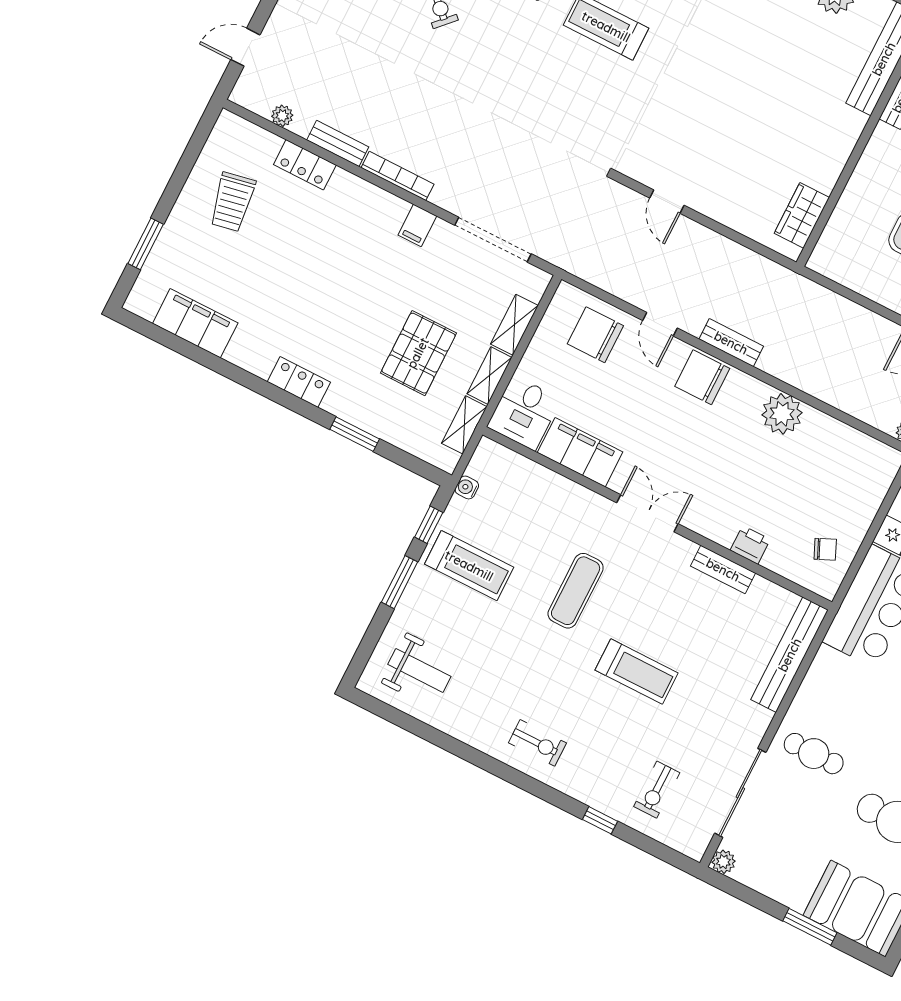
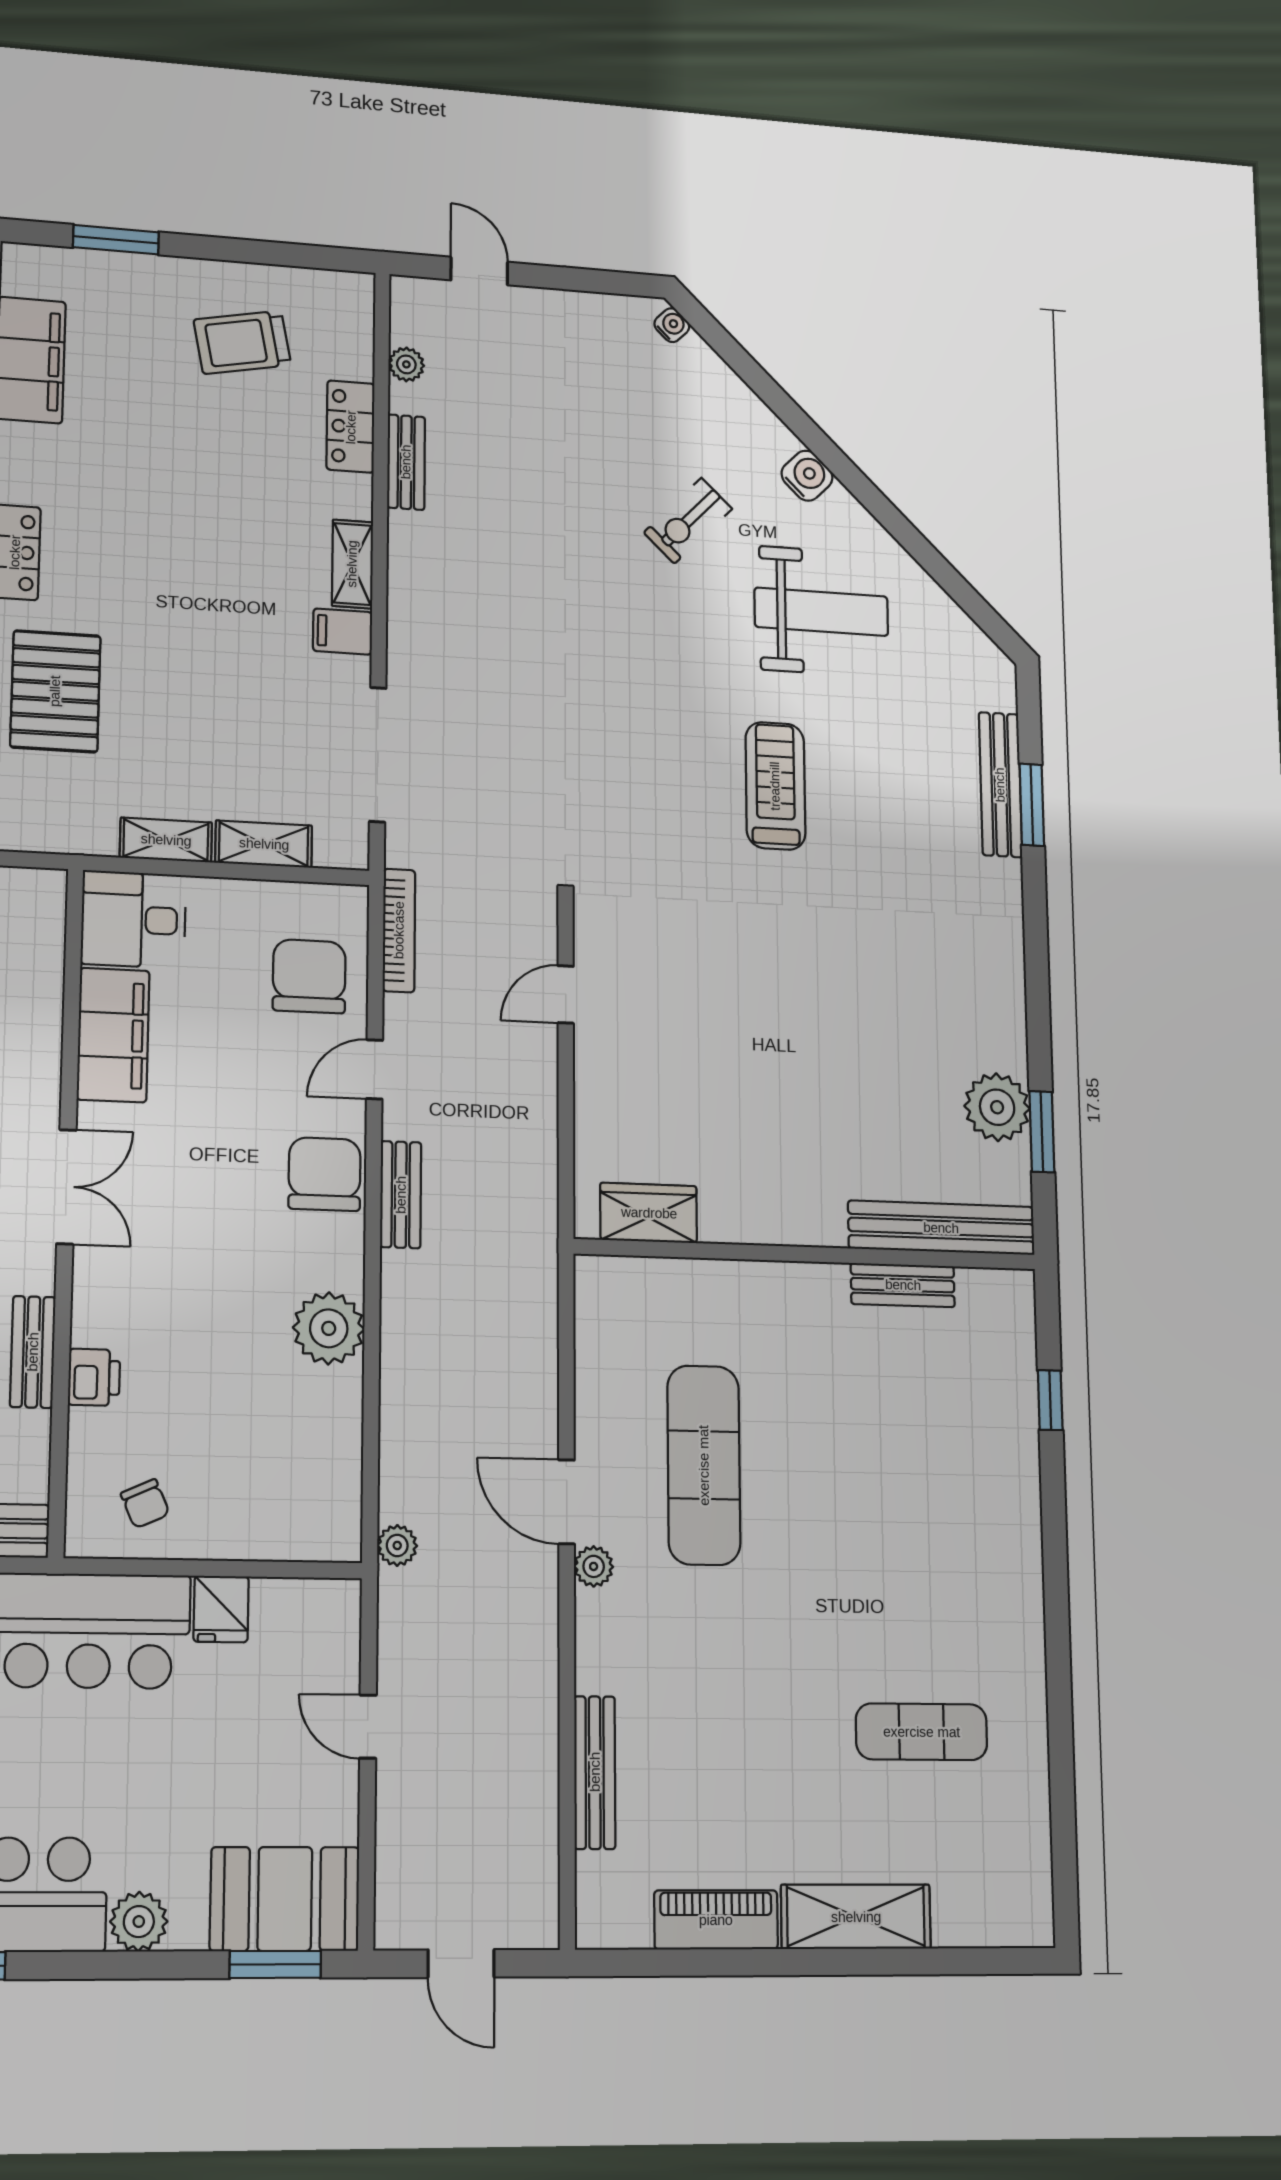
bookcase: (397, 176) -> (399, 930), moved
pallet: (418, 353) -> (55, 691), moved, turned 90
shelving: (464, 425) -> (352, 564), moved, turned 90

